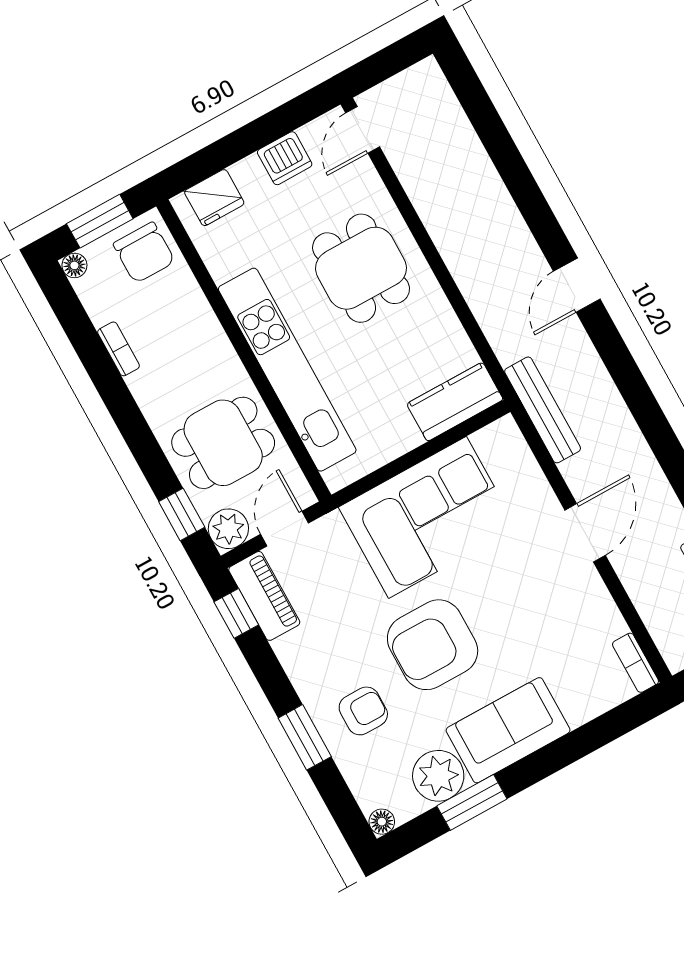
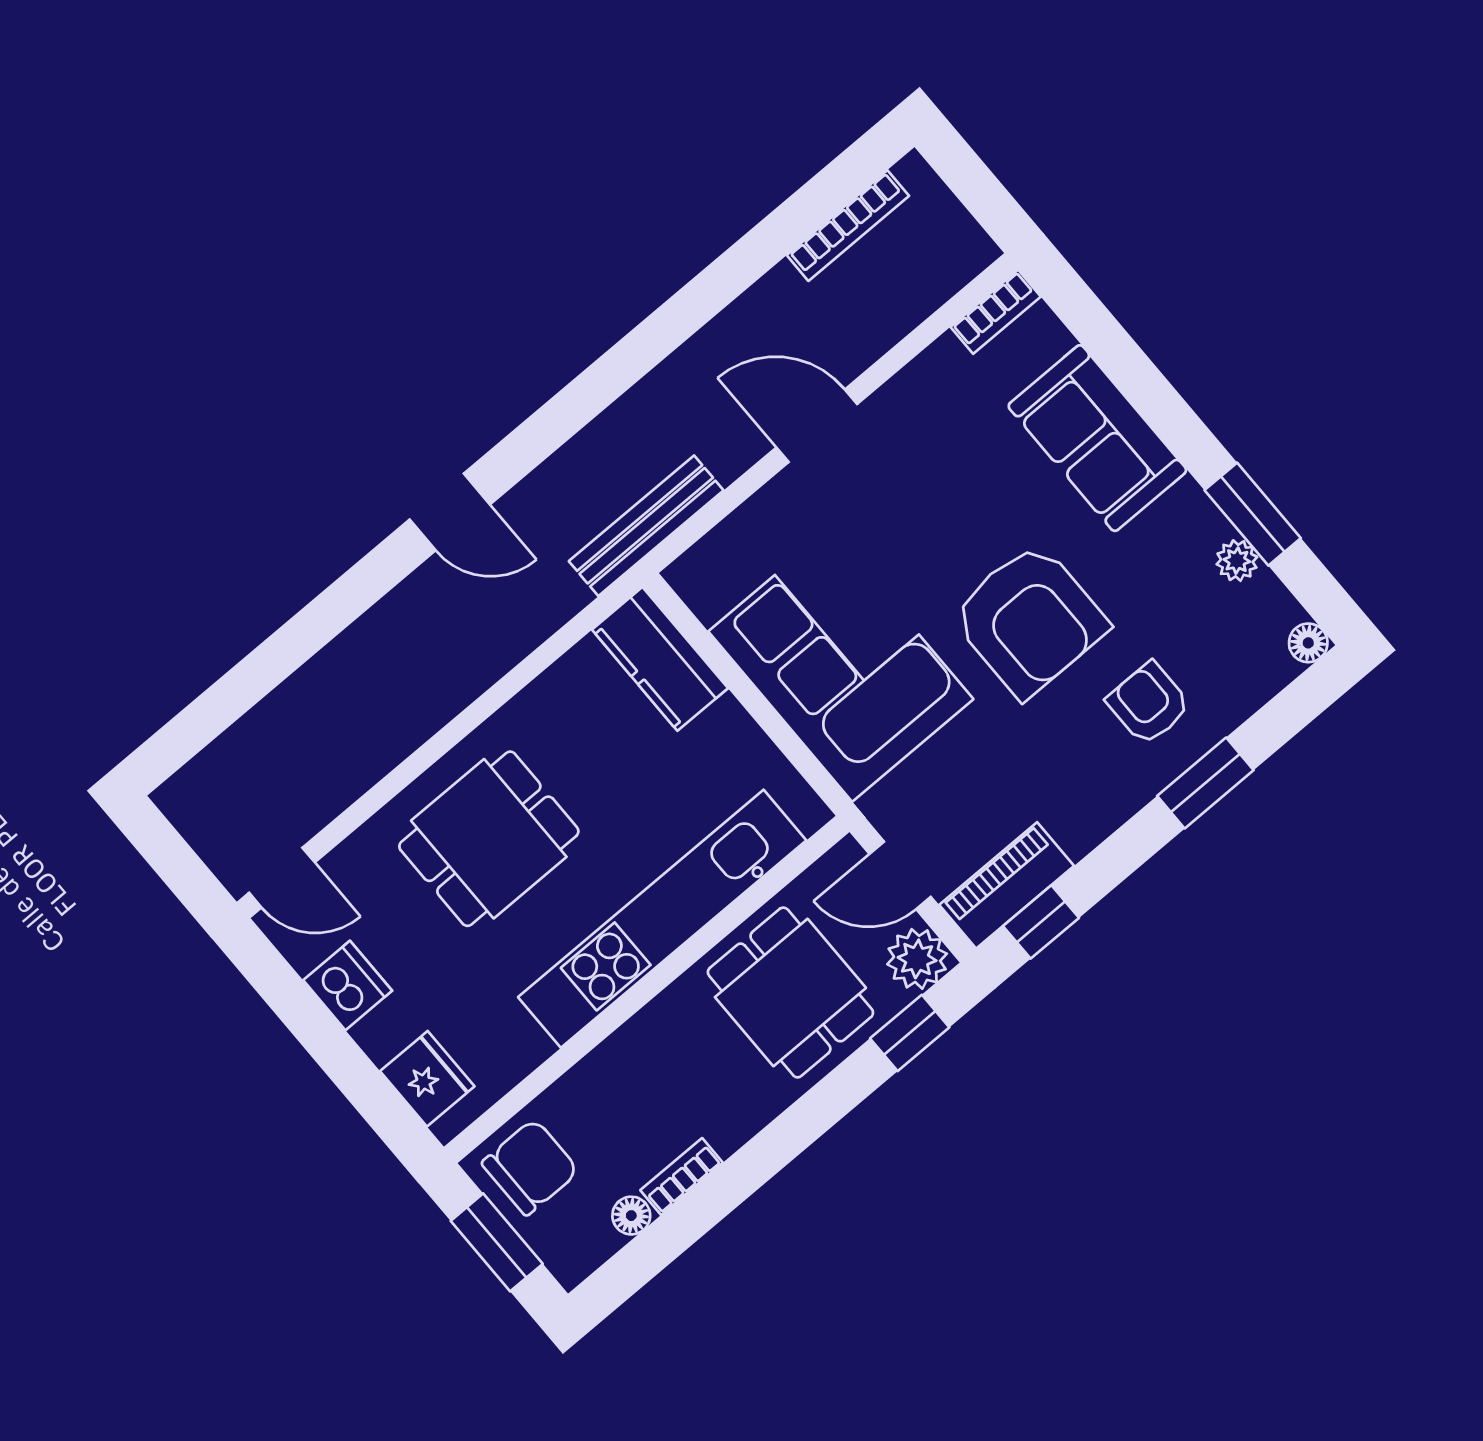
floor lamp: (74, 265) -> (631, 1216), moved
sofa: (508, 730) -> (1097, 438), moved
plant: (438, 776) -> (1237, 561), width x0.53, depth x0.53

